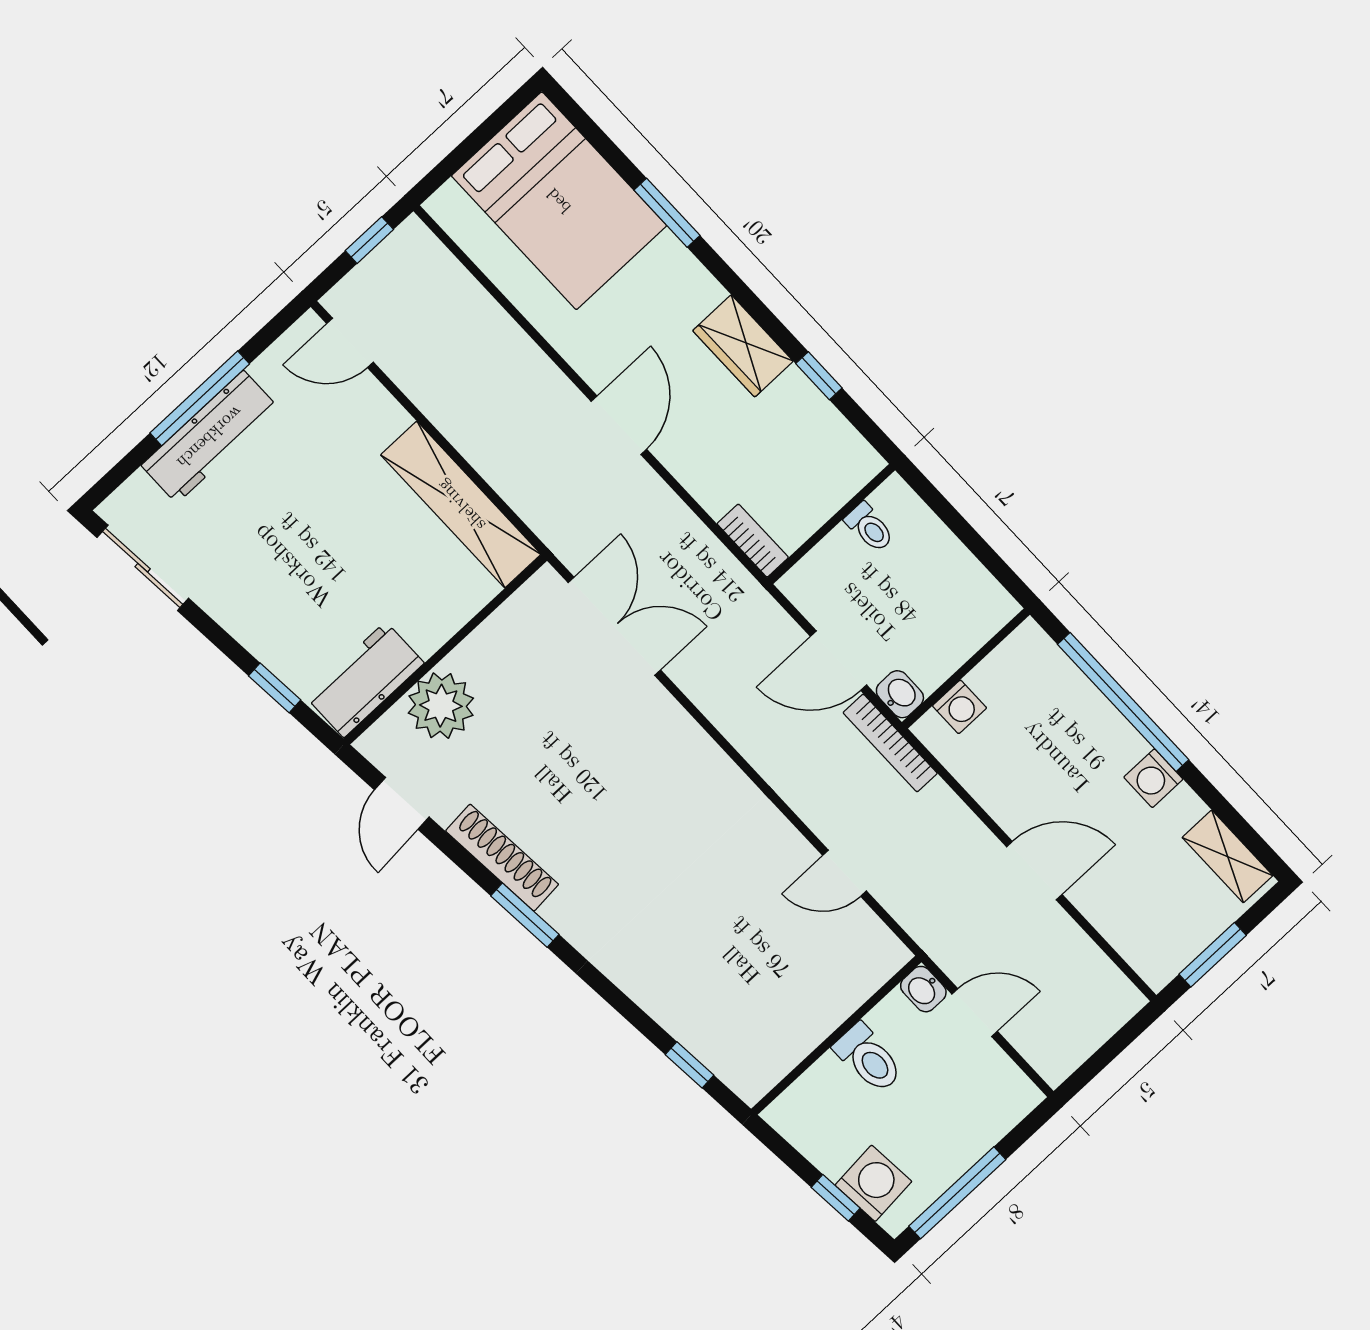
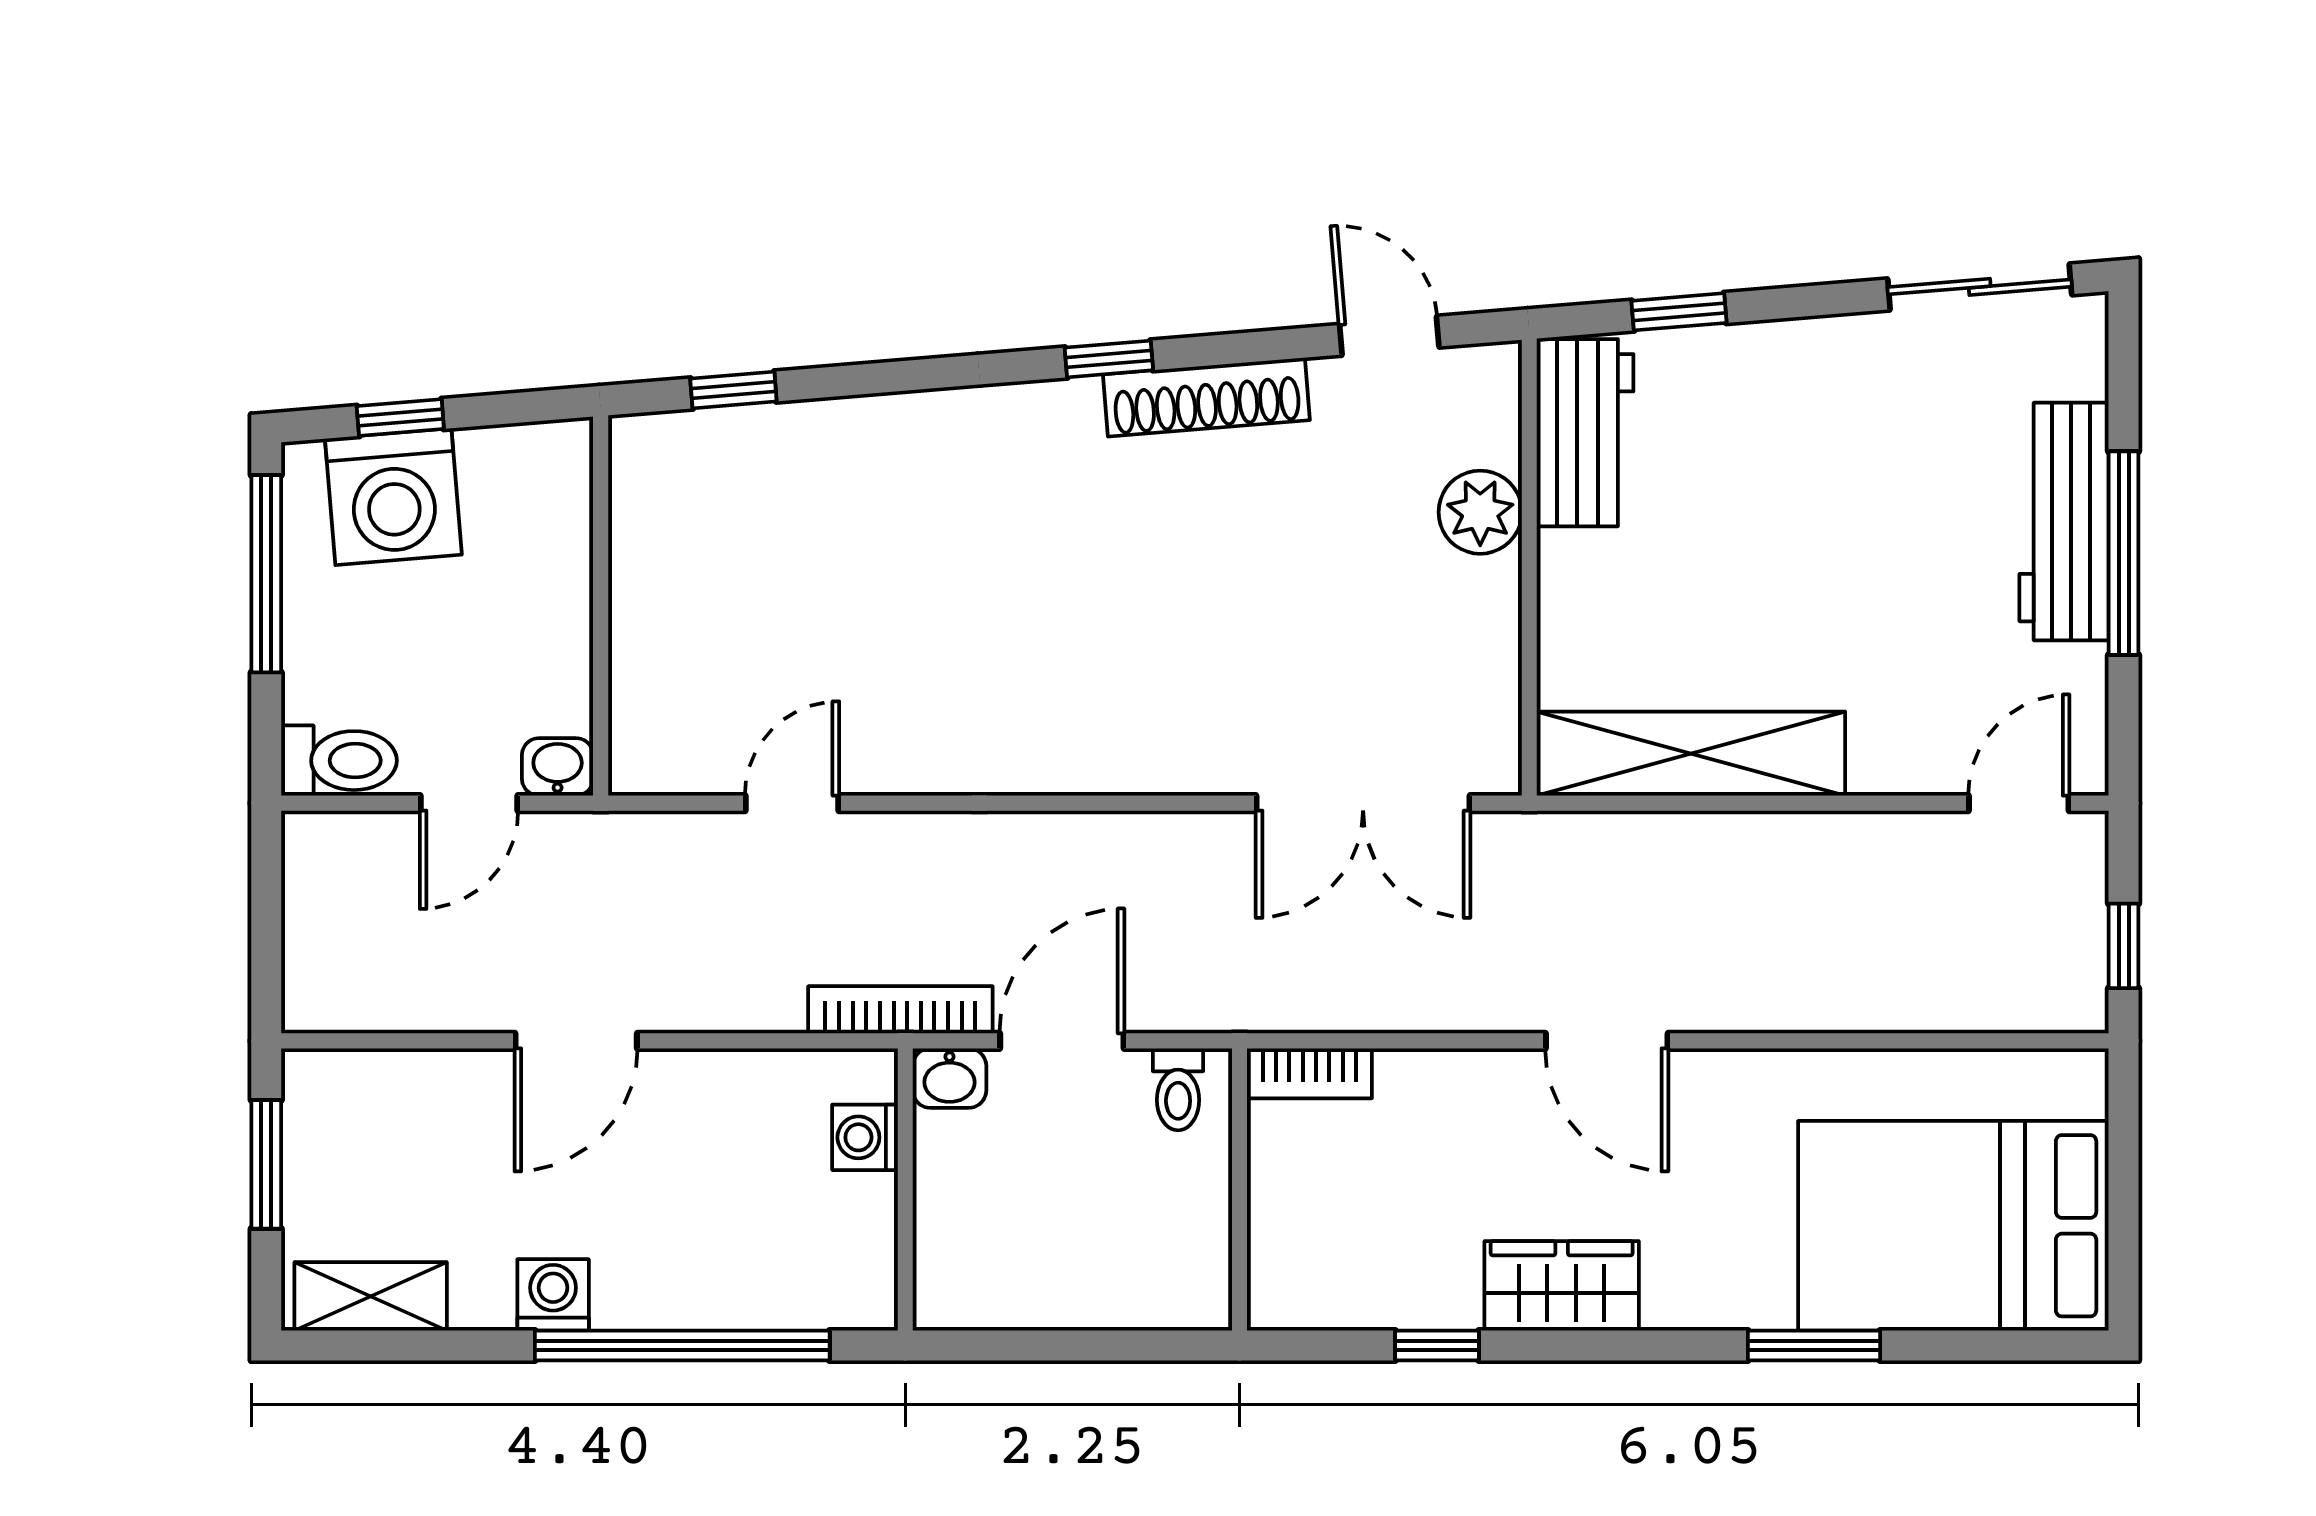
toilet: (869, 527) -> (1178, 1089), moved, turned -90
plant: (441, 706) -> (1480, 512), width x0.73, depth x0.73
window: (525, 915) -> (1109, 359), width x0.67
toilet: (868, 1058) -> (339, 761), moved, turned 180
washing machine: (873, 1183) -> (393, 497), width x1.37, depth x1.37

